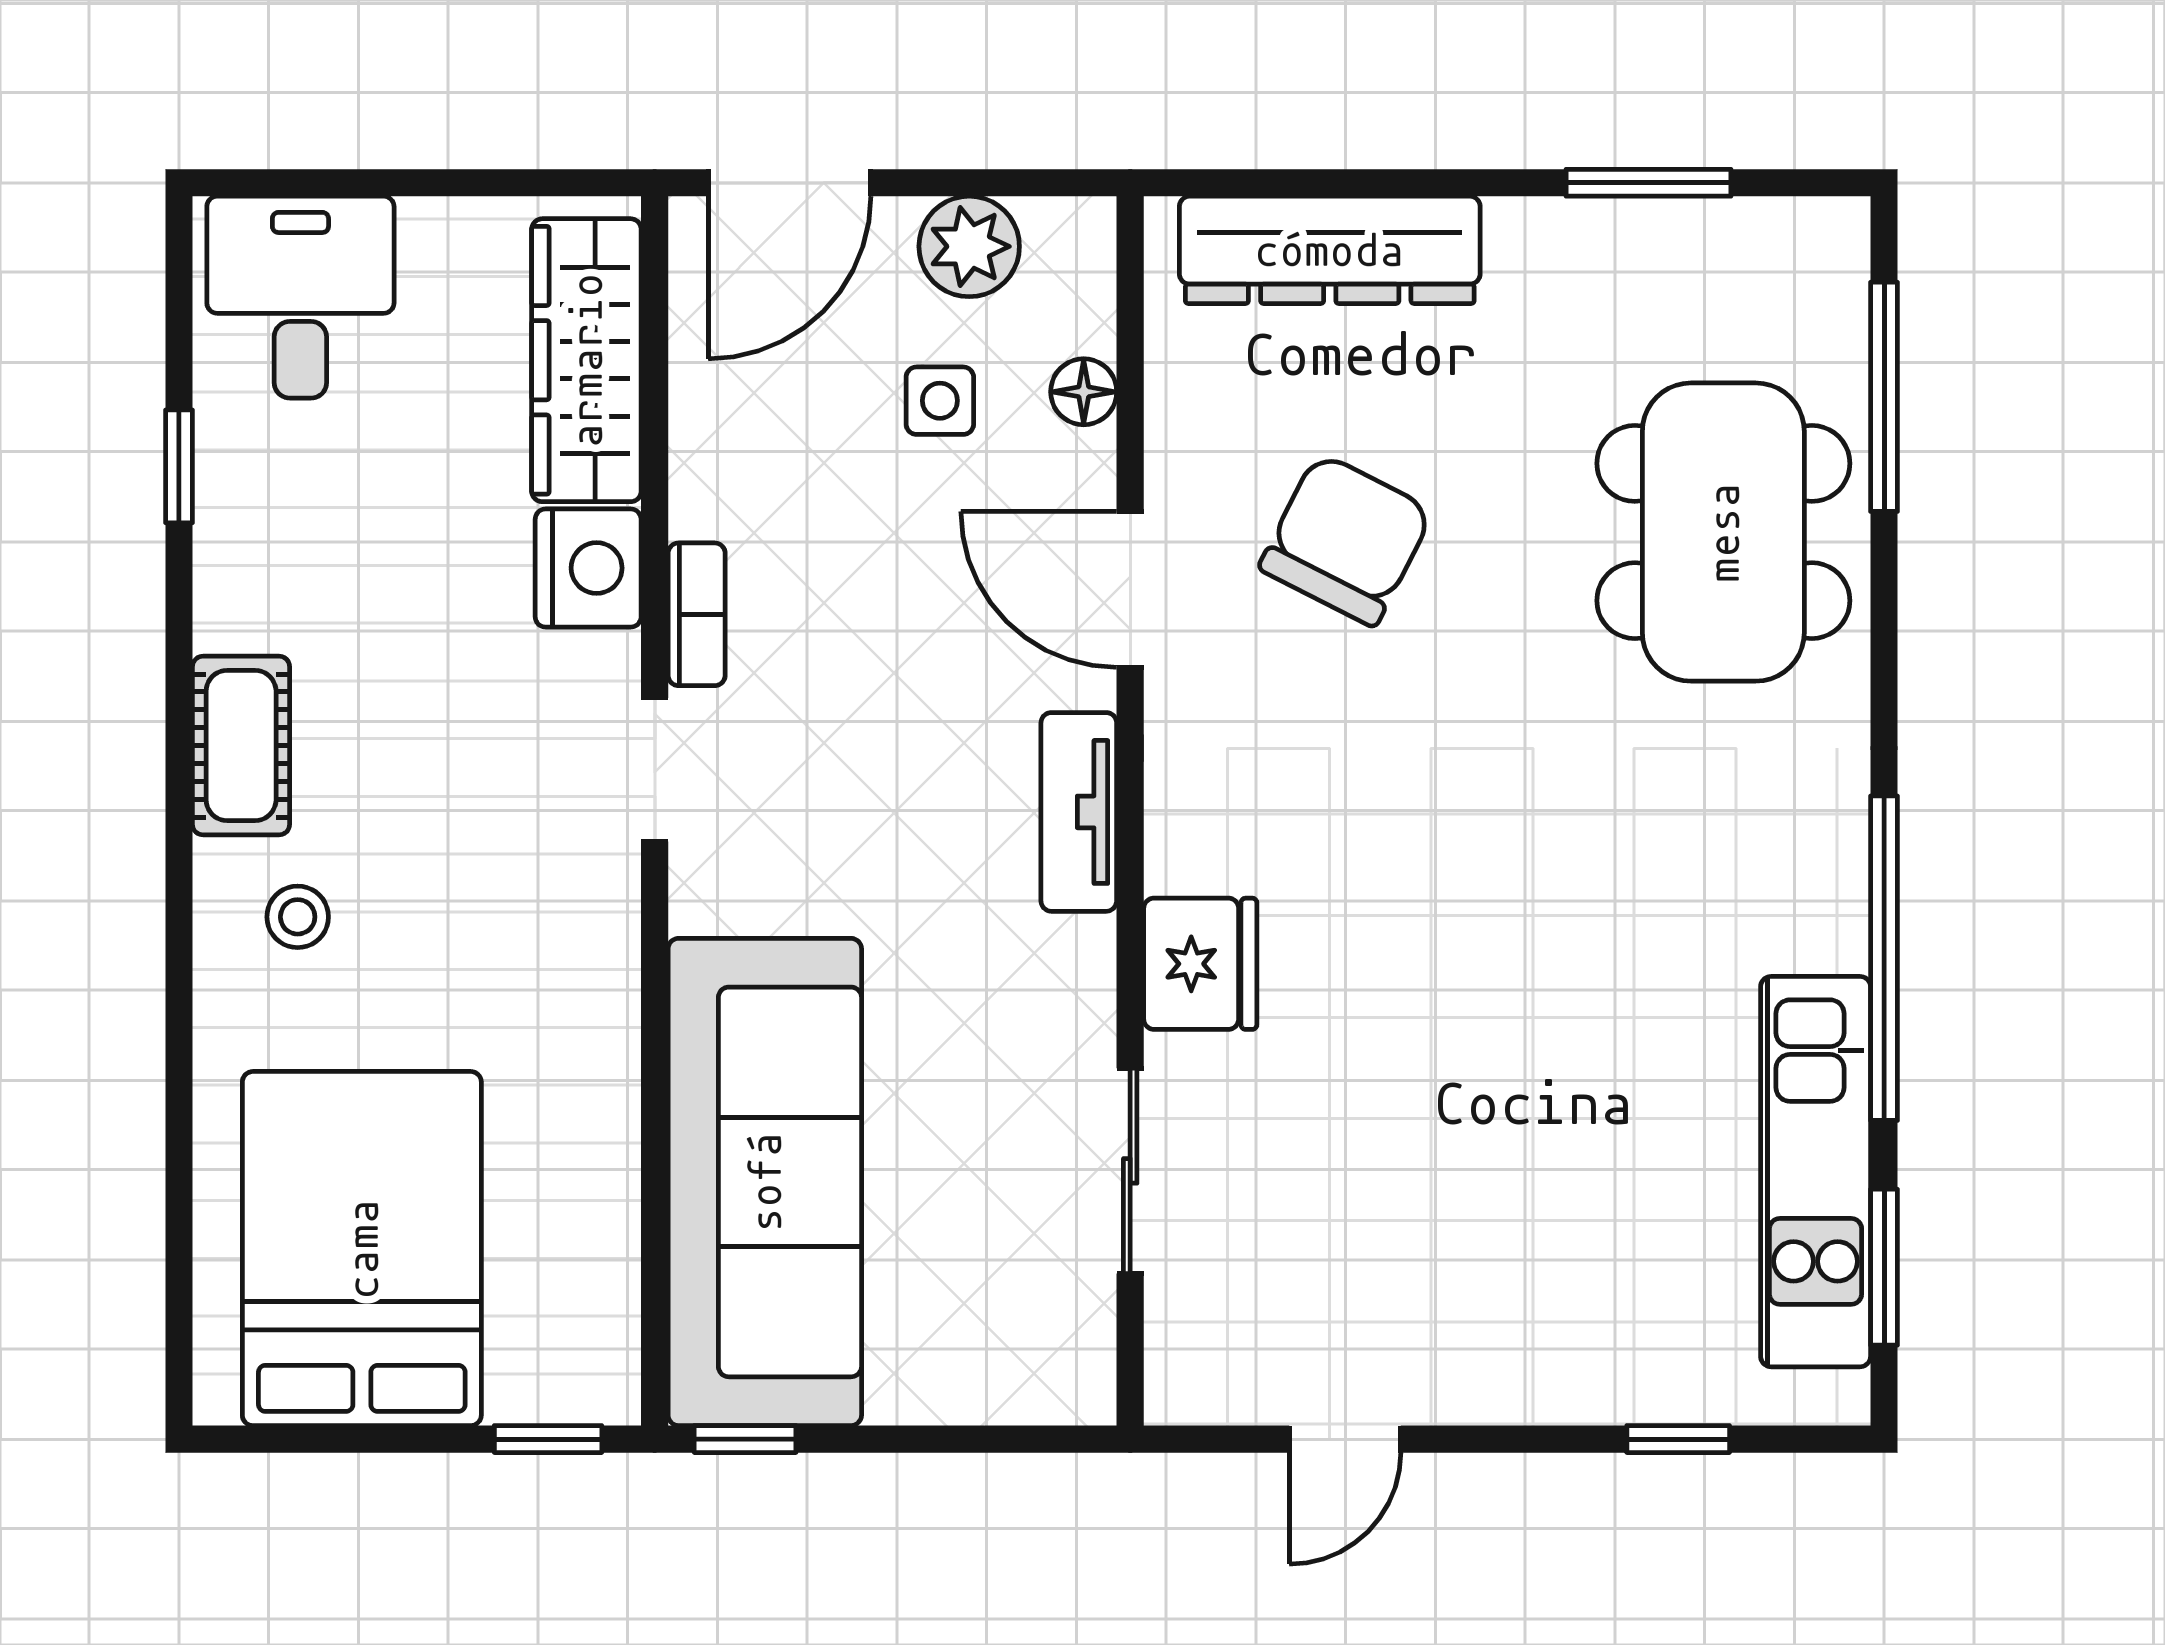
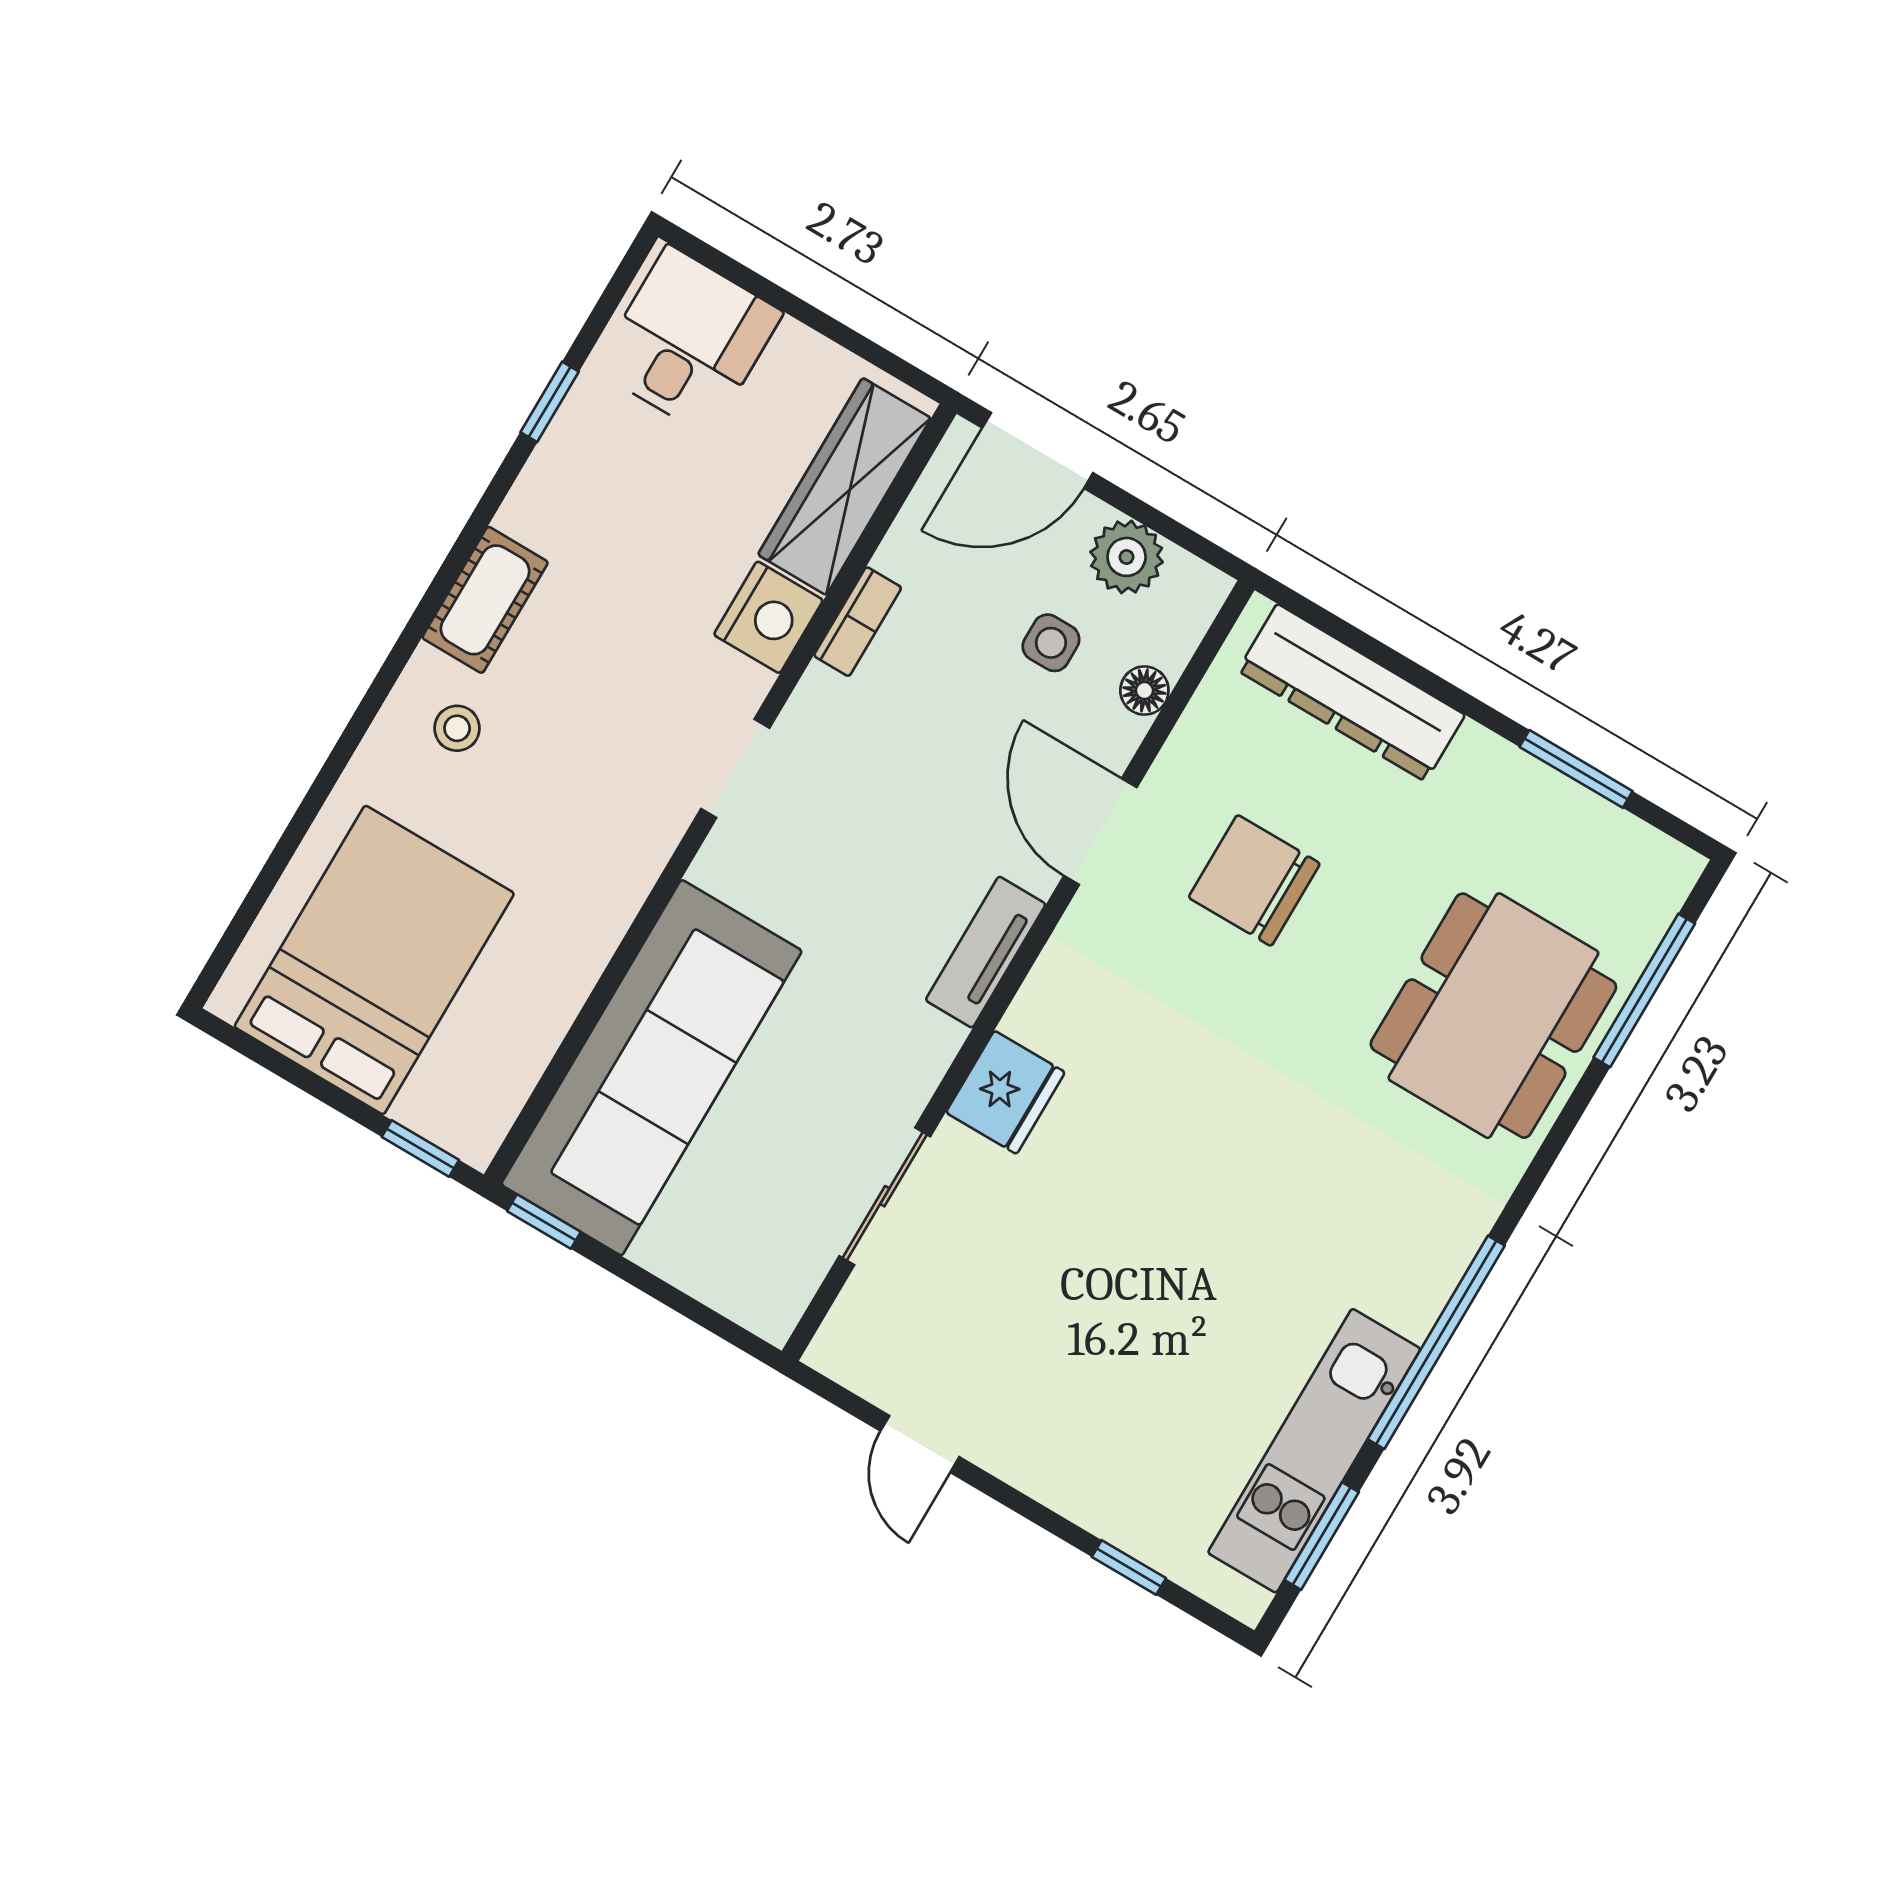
chair: (1346, 539) -> (1254, 880), turned -117
bookcase: (697, 614) -> (858, 622), moved
door: (1345, 1439) -> (920, 1444), hinge flipped

